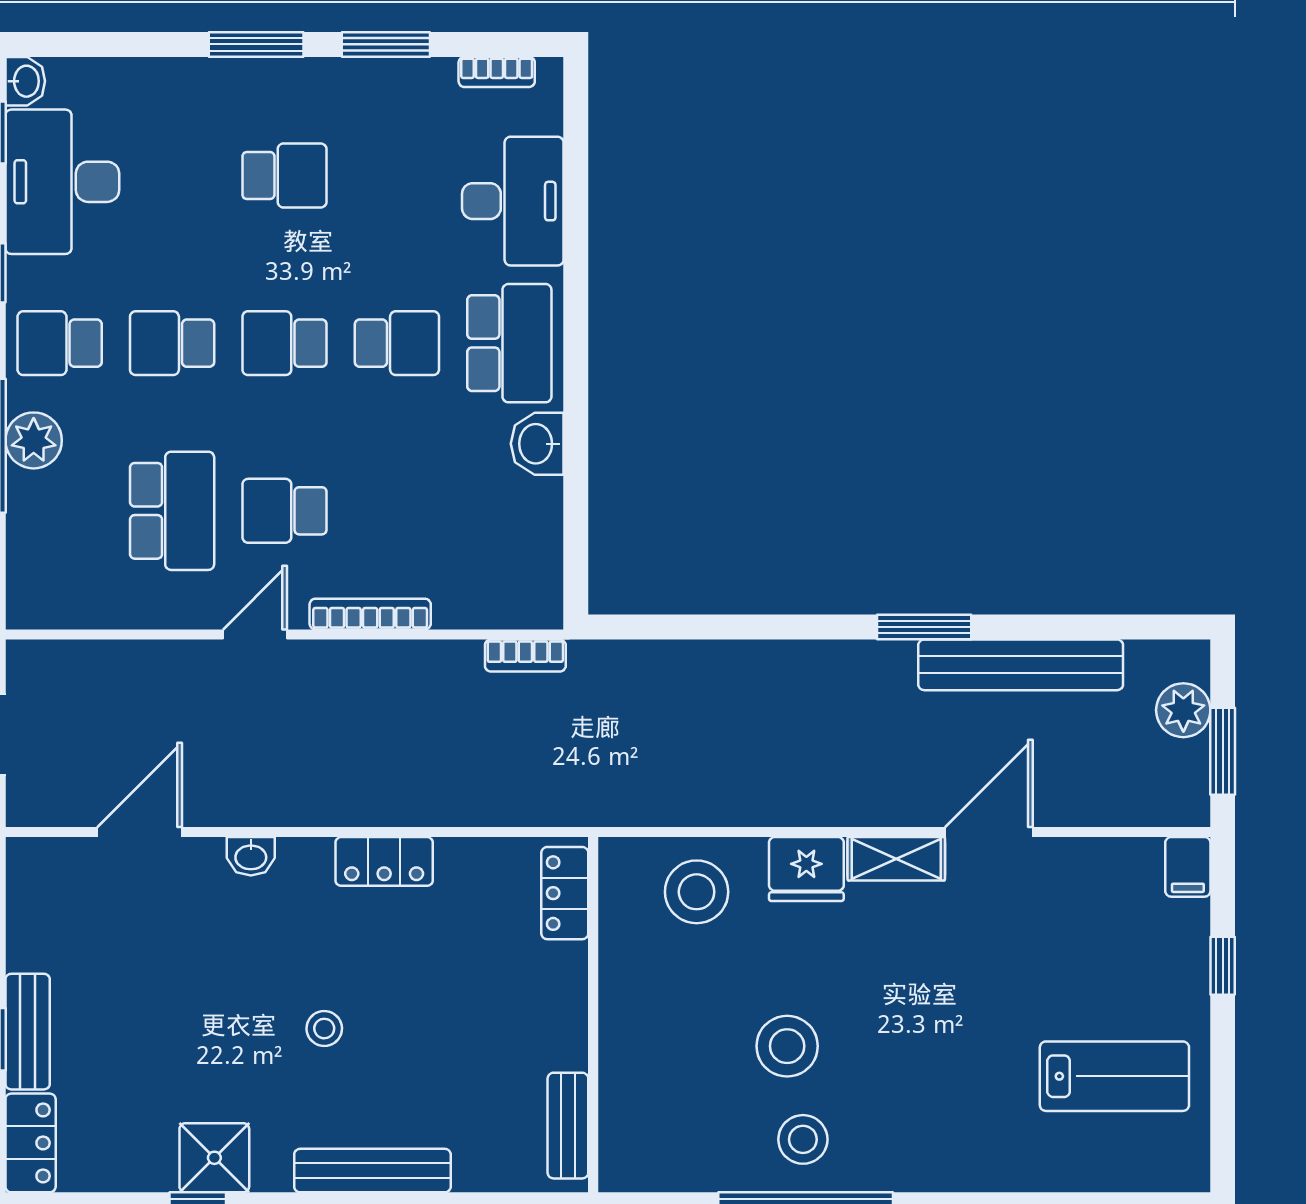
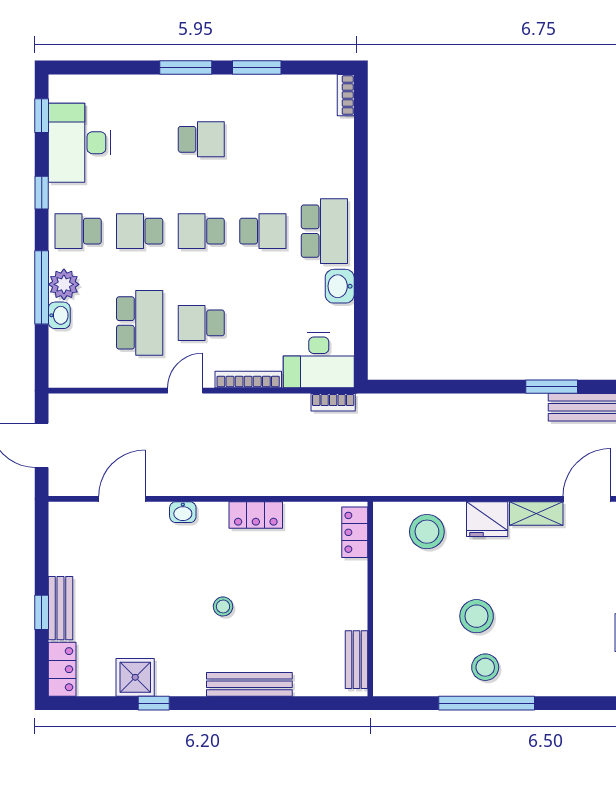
bookcase: (497, 72) -> (346, 95), moved, turned 90
washbasin: (25, 81) -> (59, 315), moved
desk: (513, 201) -> (319, 360), moved, turned 90
shower: (214, 1158) -> (135, 677), moved

